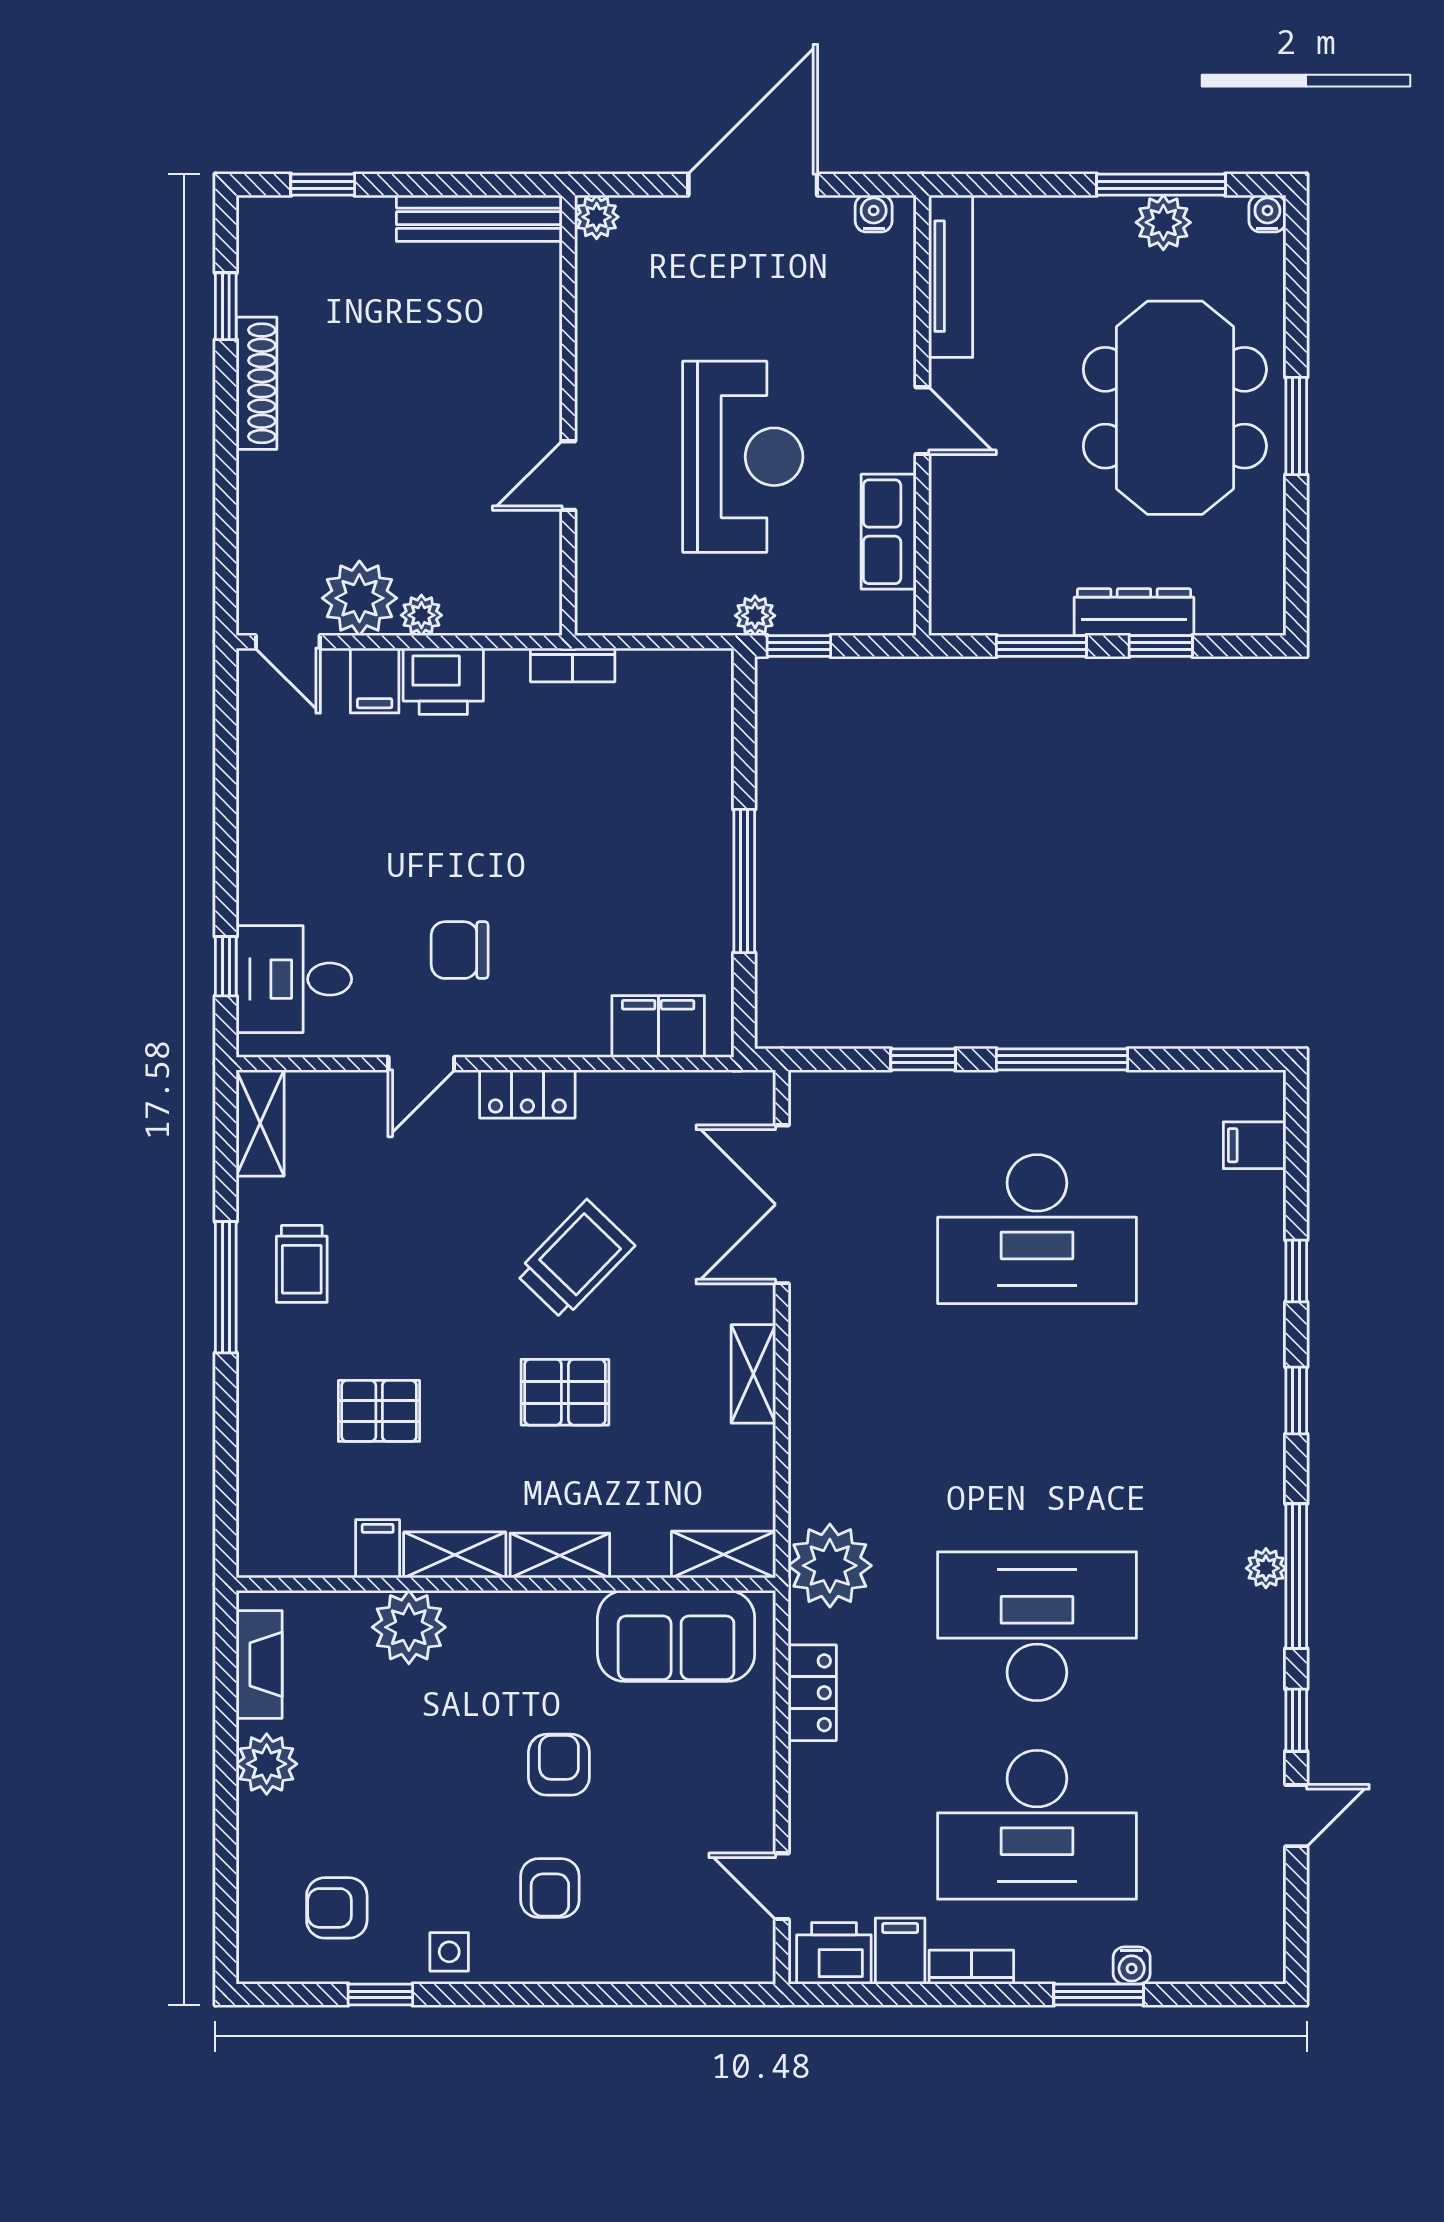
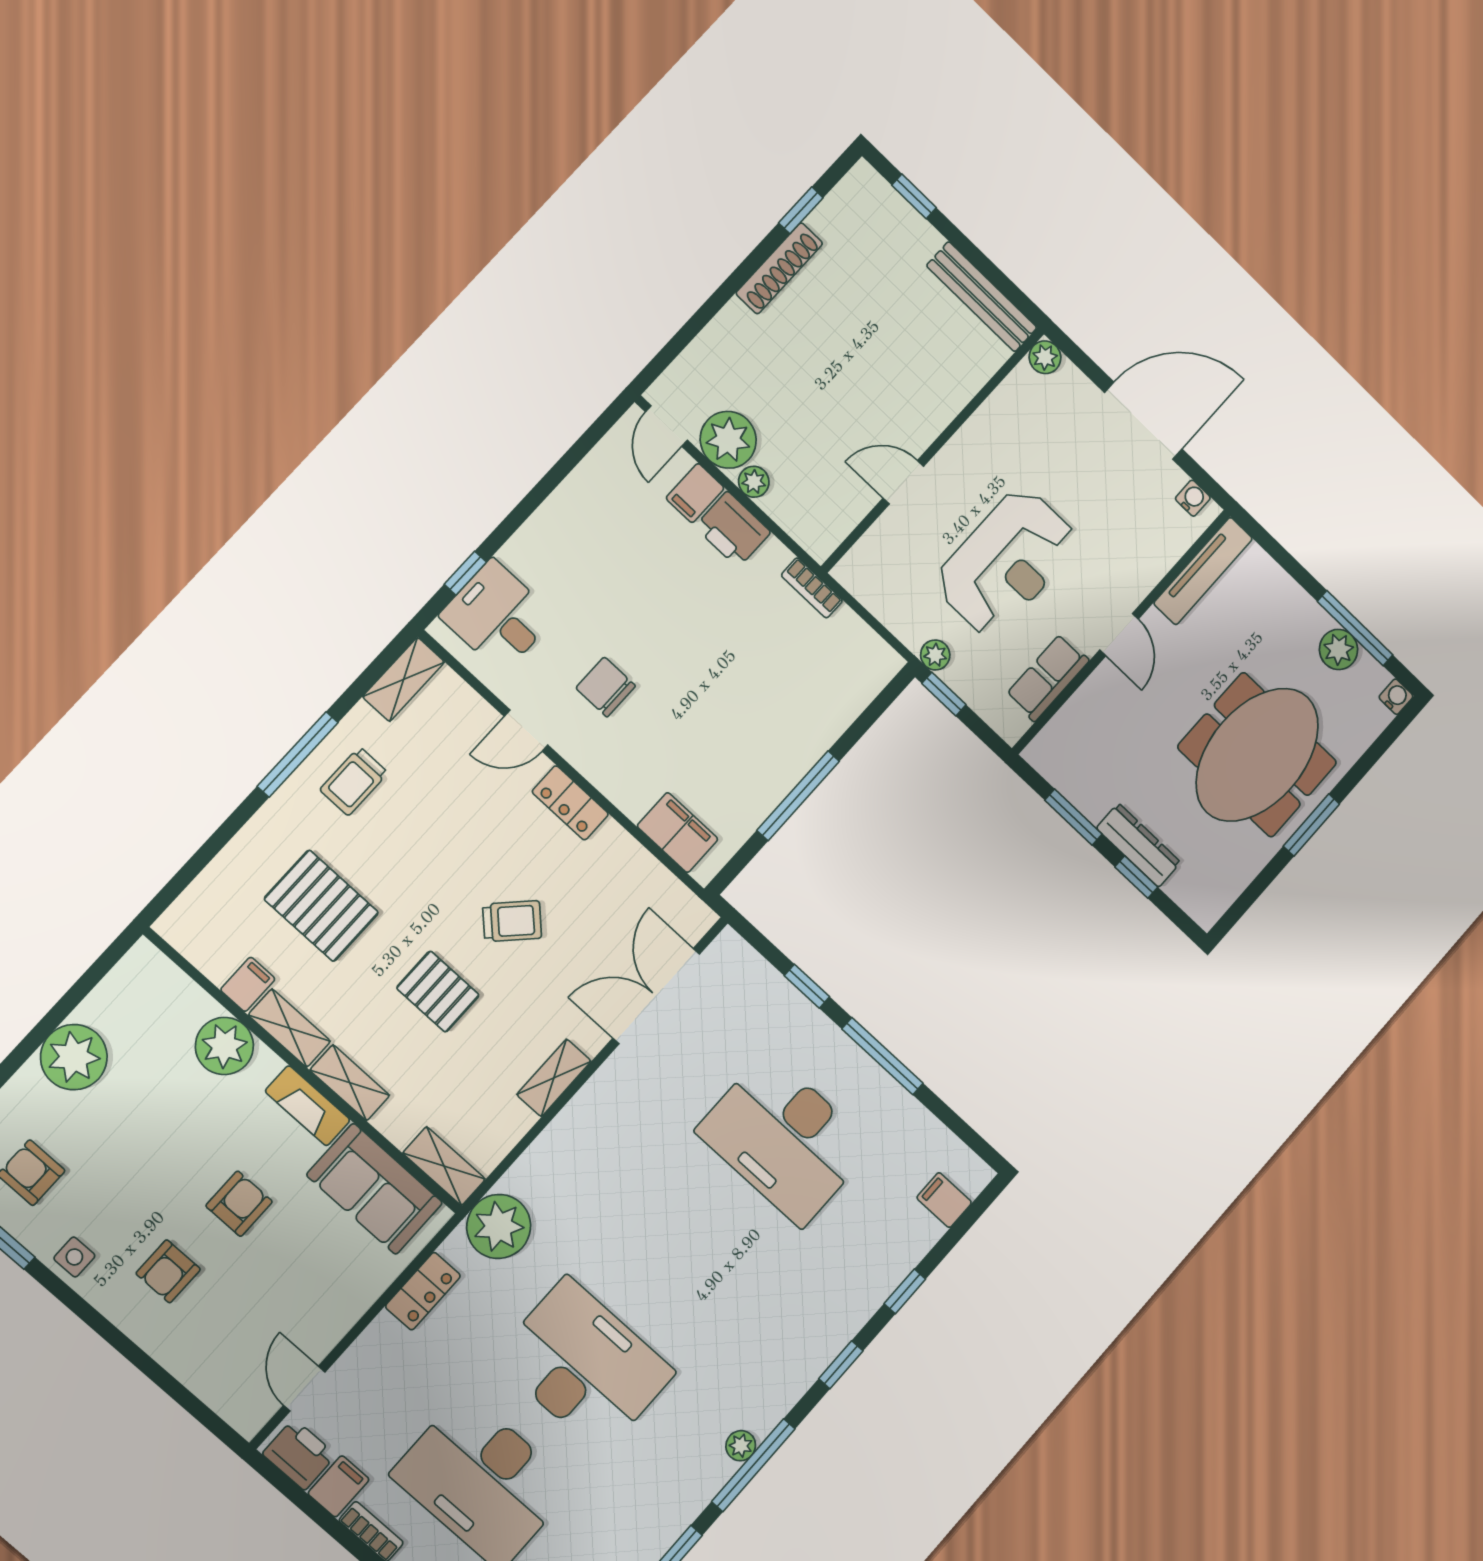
trolley: (575, 1260) -> (512, 921), width x0.73, depth x0.72
pallet: (379, 1411) -> (321, 906), width x1.50, depth x1.42
fireplace: (259, 1664) -> (308, 1106), moved, turned 90
plant: (267, 1764) -> (74, 1057), width x1.36, depth x1.36

